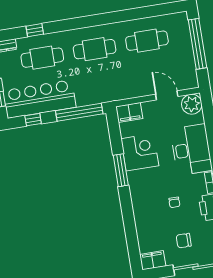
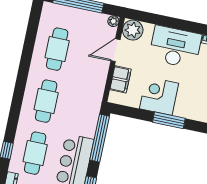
plant: (193, 83) -> (113, 21), added
filing cabinet: (129, 112) -> (120, 79), moved

